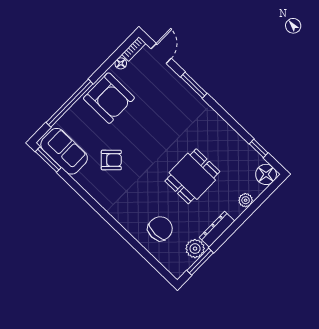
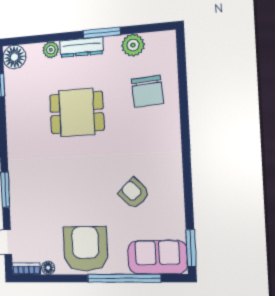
sofa: (64, 151) -> (157, 257), moved, turned 90
chair: (160, 229) -> (147, 91), turned -94
dresser: (217, 229) -> (81, 47), moved
window: (200, 262) -> (102, 33), moved

